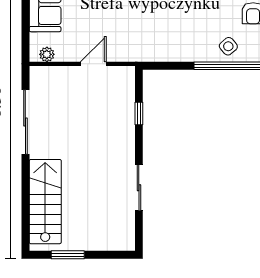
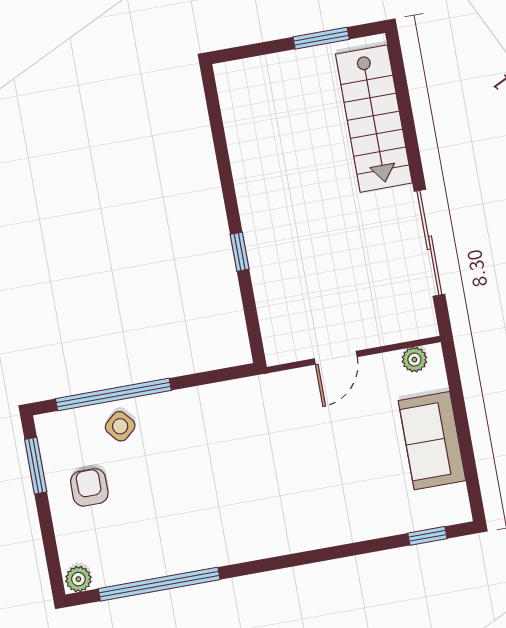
window: (139, 113) -> (240, 252), moved
sliding door: (139, 188) -> (225, 169), removed

